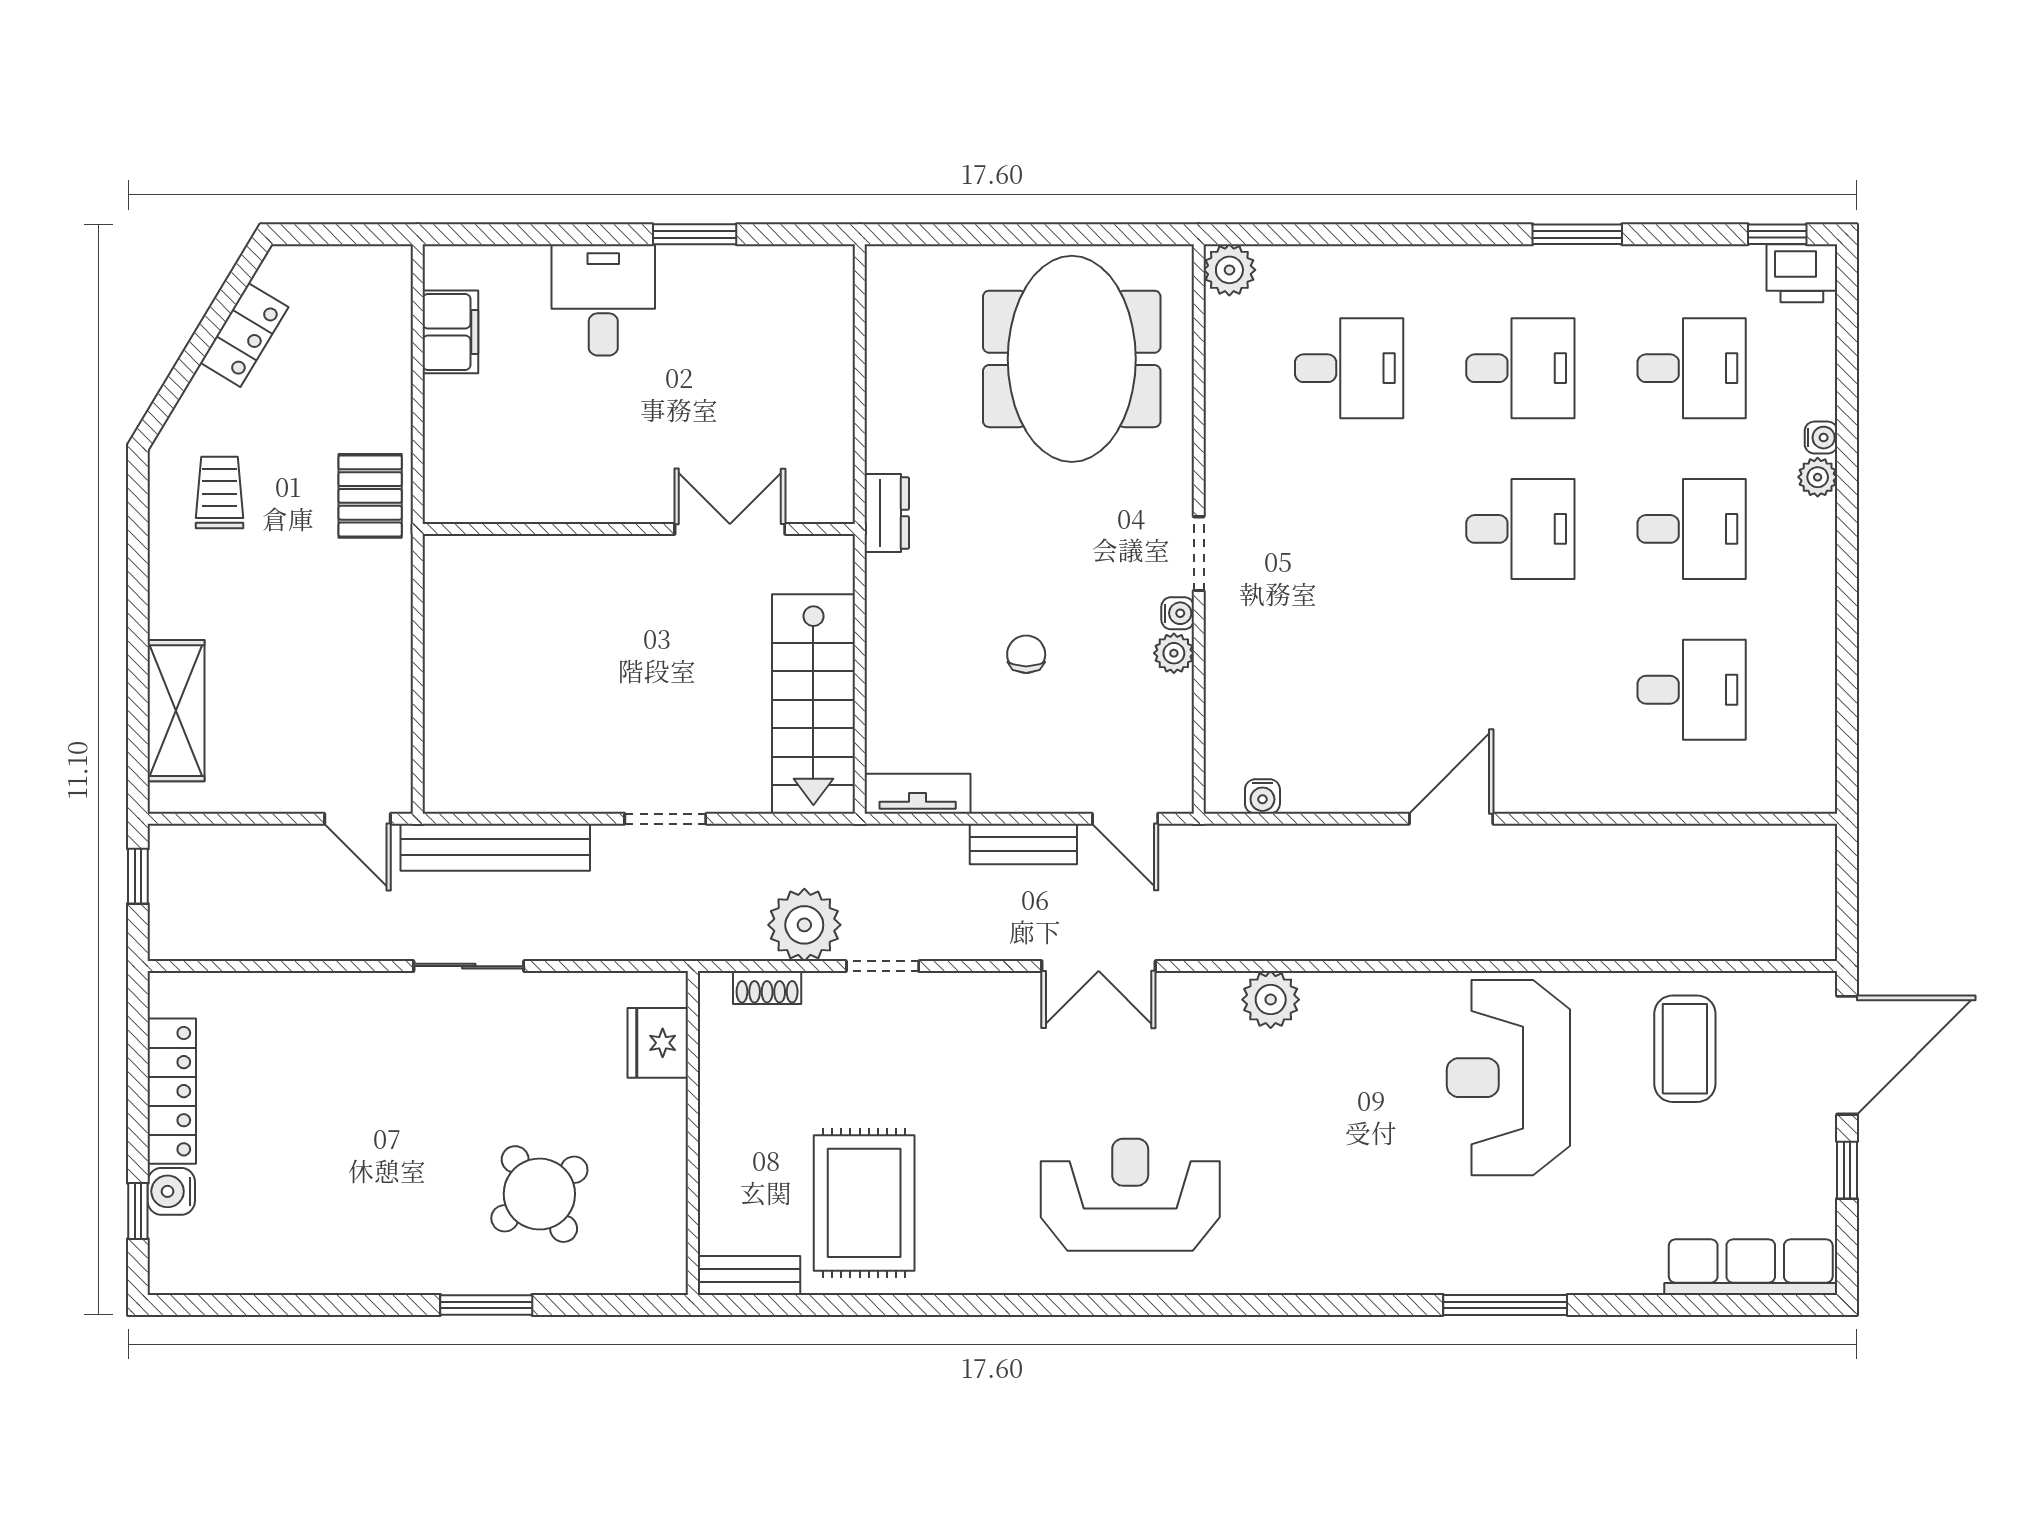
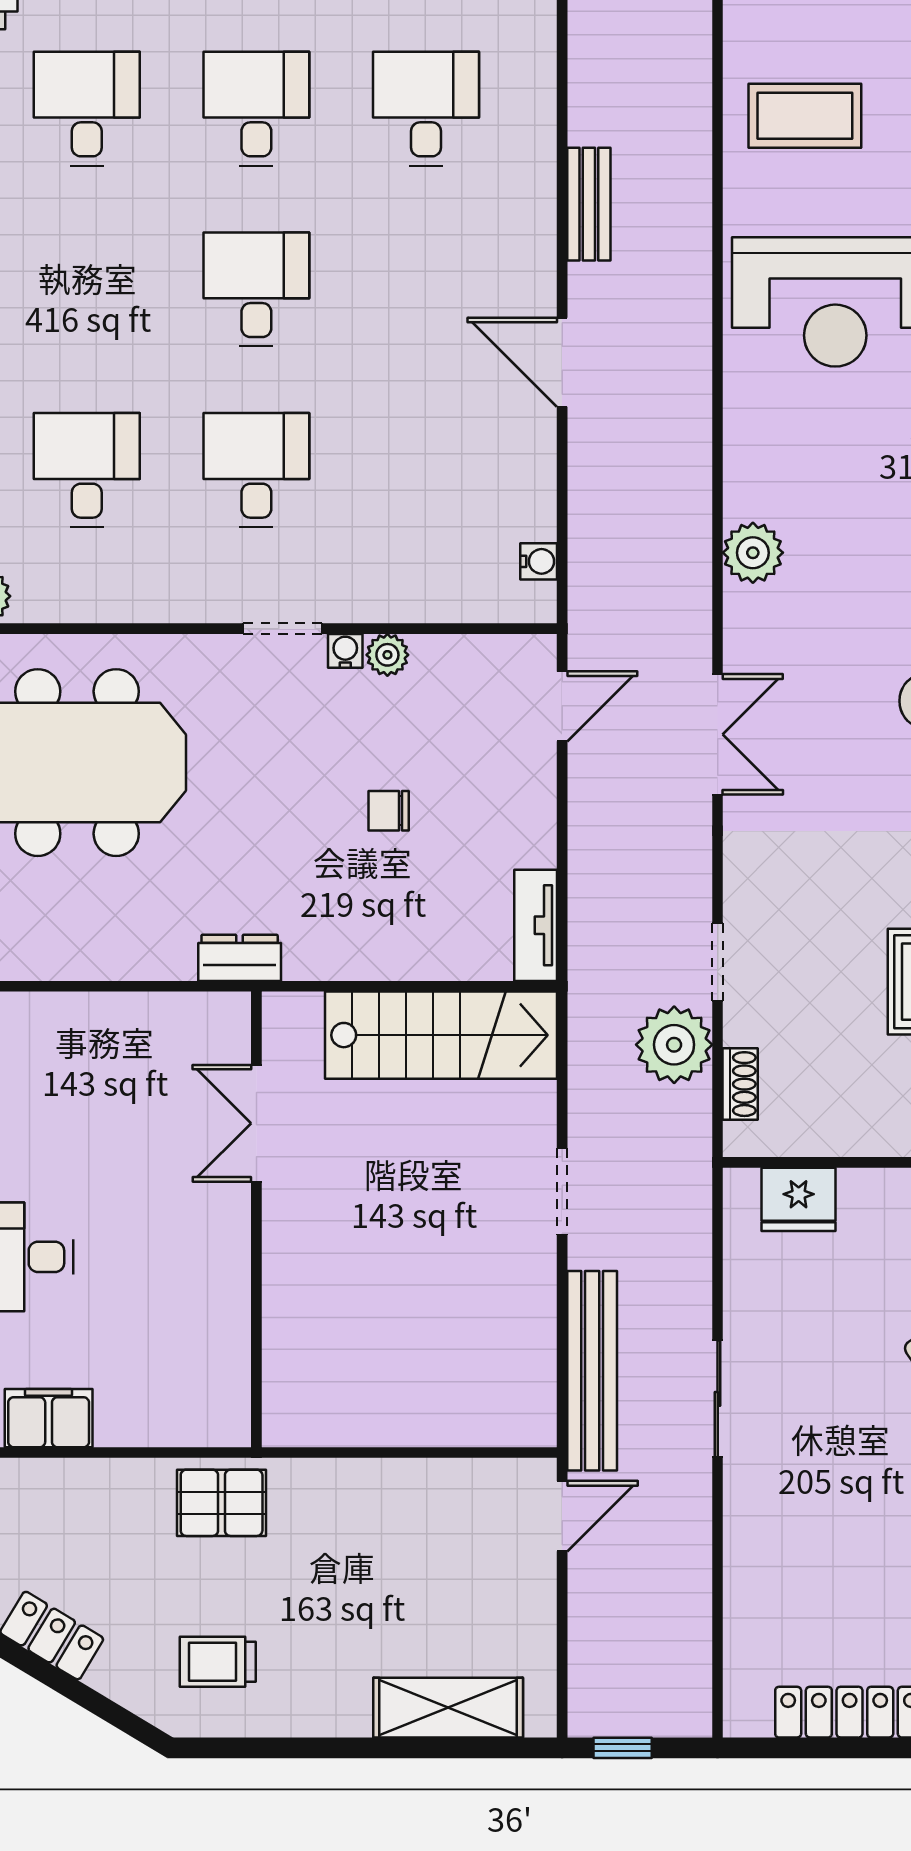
desk: (1520, 368) -> (256, 470), moved
bench: (1023, 844) -> (589, 204), moved

